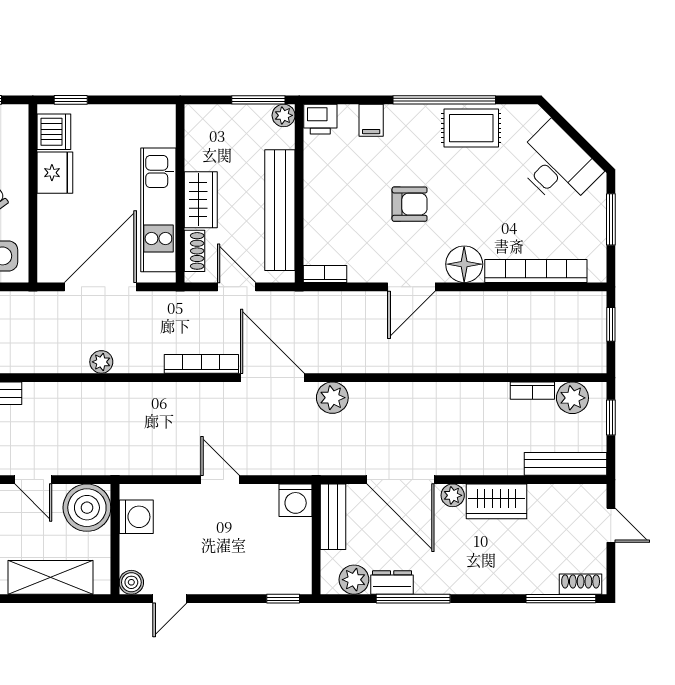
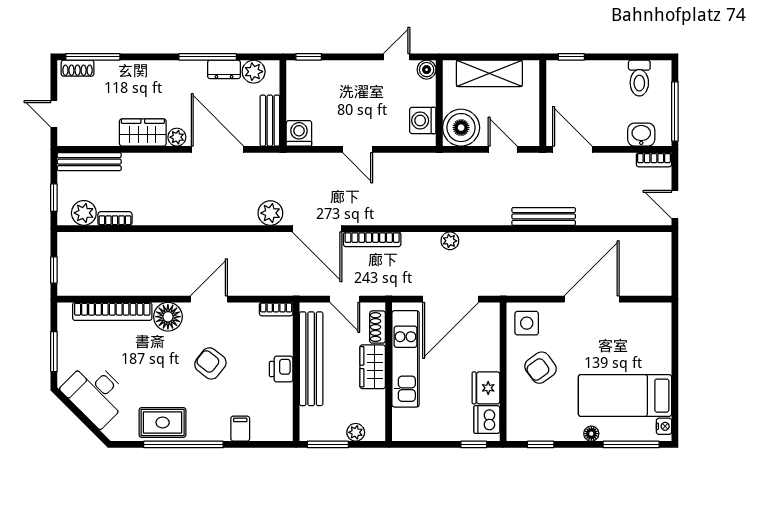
plant: (284, 115) -> (356, 432), moved
printer: (320, 119) -> (281, 369), moved, turned -90
armchair: (410, 204) -> (210, 363), turned 38

